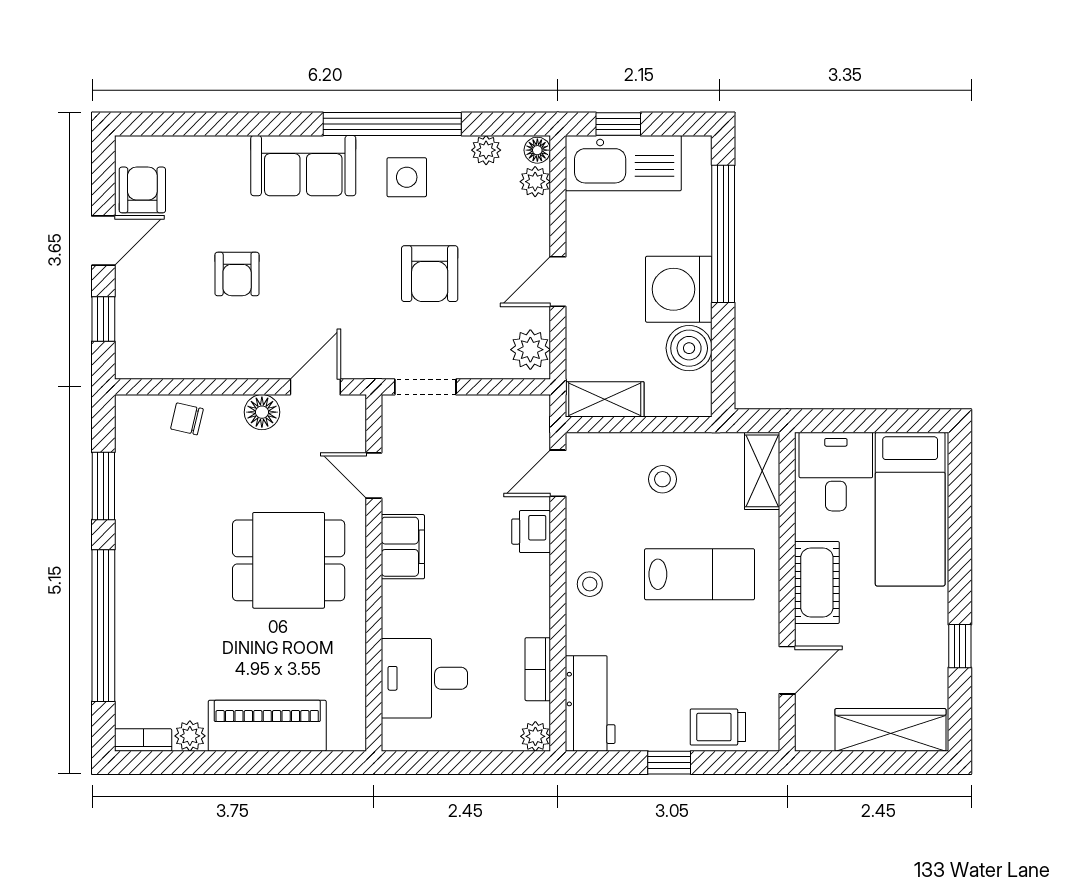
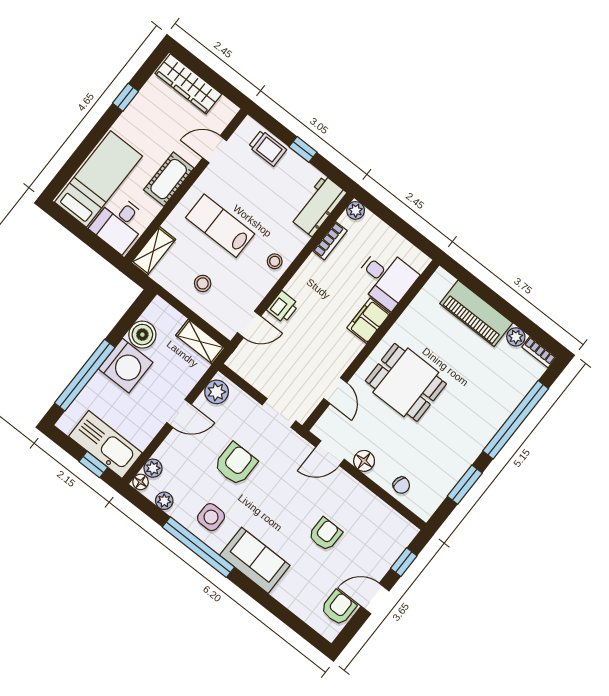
armchair: (142, 190) -> (338, 608), turned 180
filing cabinet: (403, 547) -> (368, 321), moved

